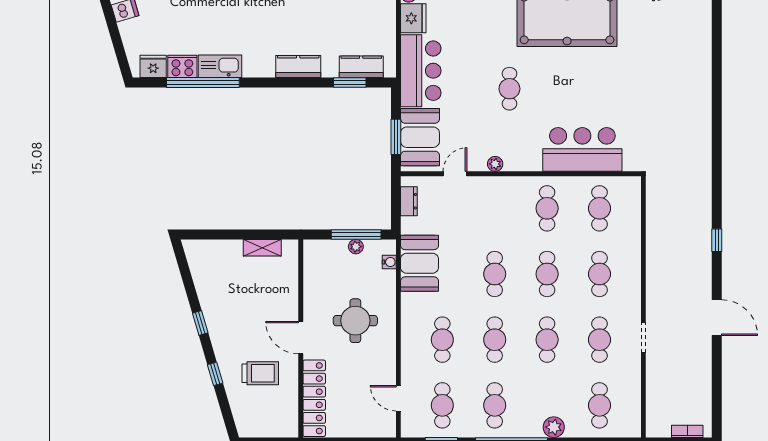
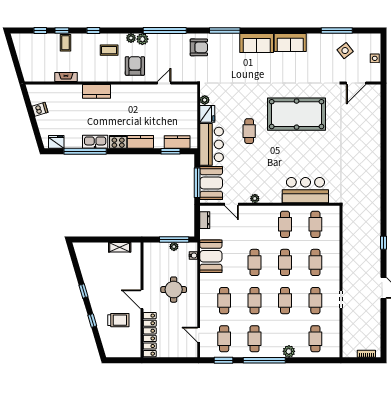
cooker: (182, 66) -> (118, 142), moved
cafe table: (509, 89) -> (249, 131), moved
window: (396, 137) -> (197, 183), width x1.44
door: (455, 174) -> (232, 204), swing flipped

